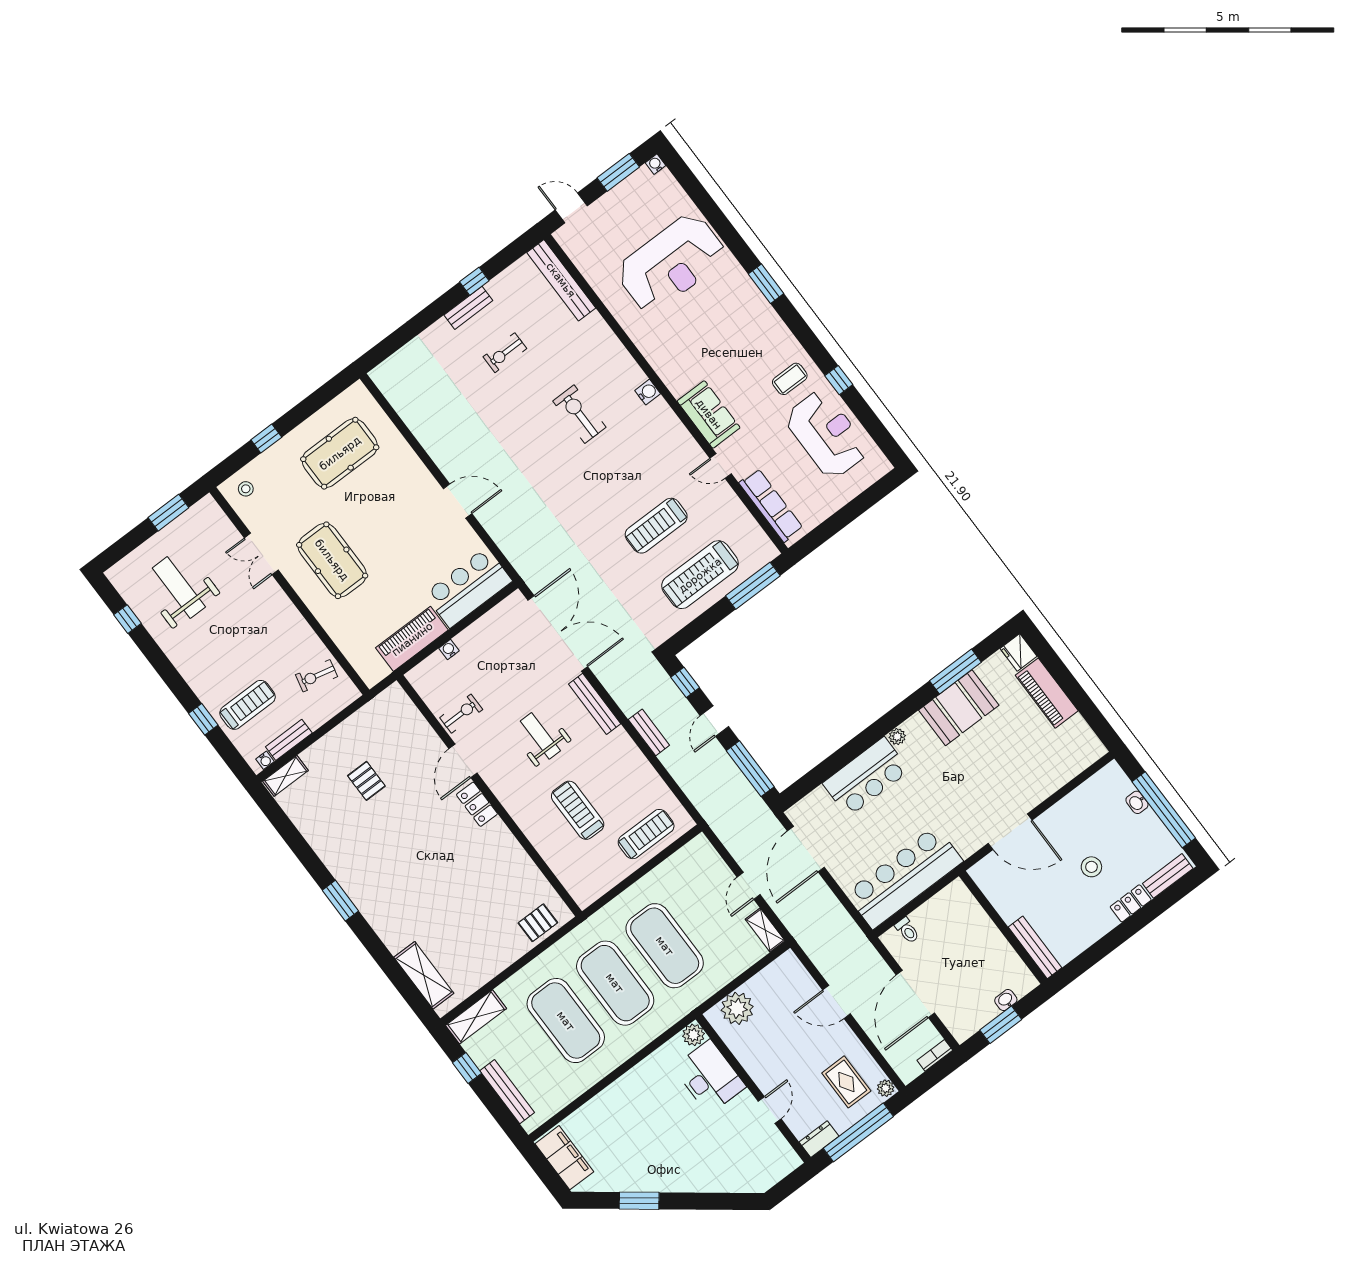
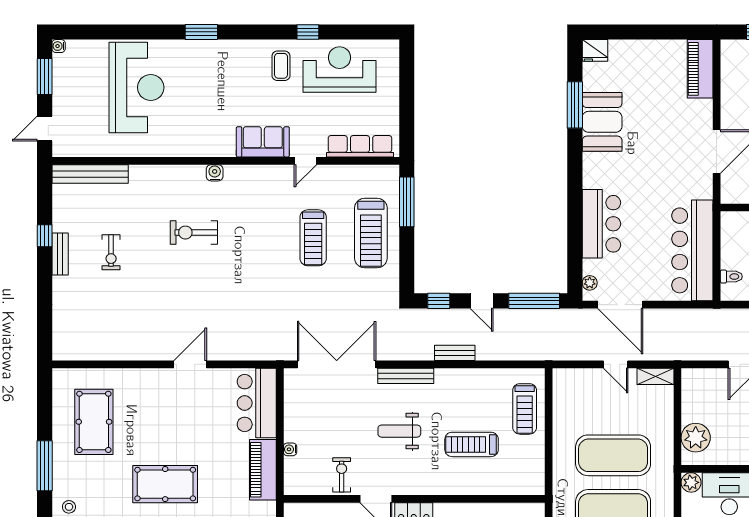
window: (266, 439) -> (45, 466), width x2.17
piano: (1047, 693) -> (700, 69), moved, turned 90
plant: (897, 737) -> (590, 283), moved
treadmill: (646, 834) -> (525, 409), turned 180

